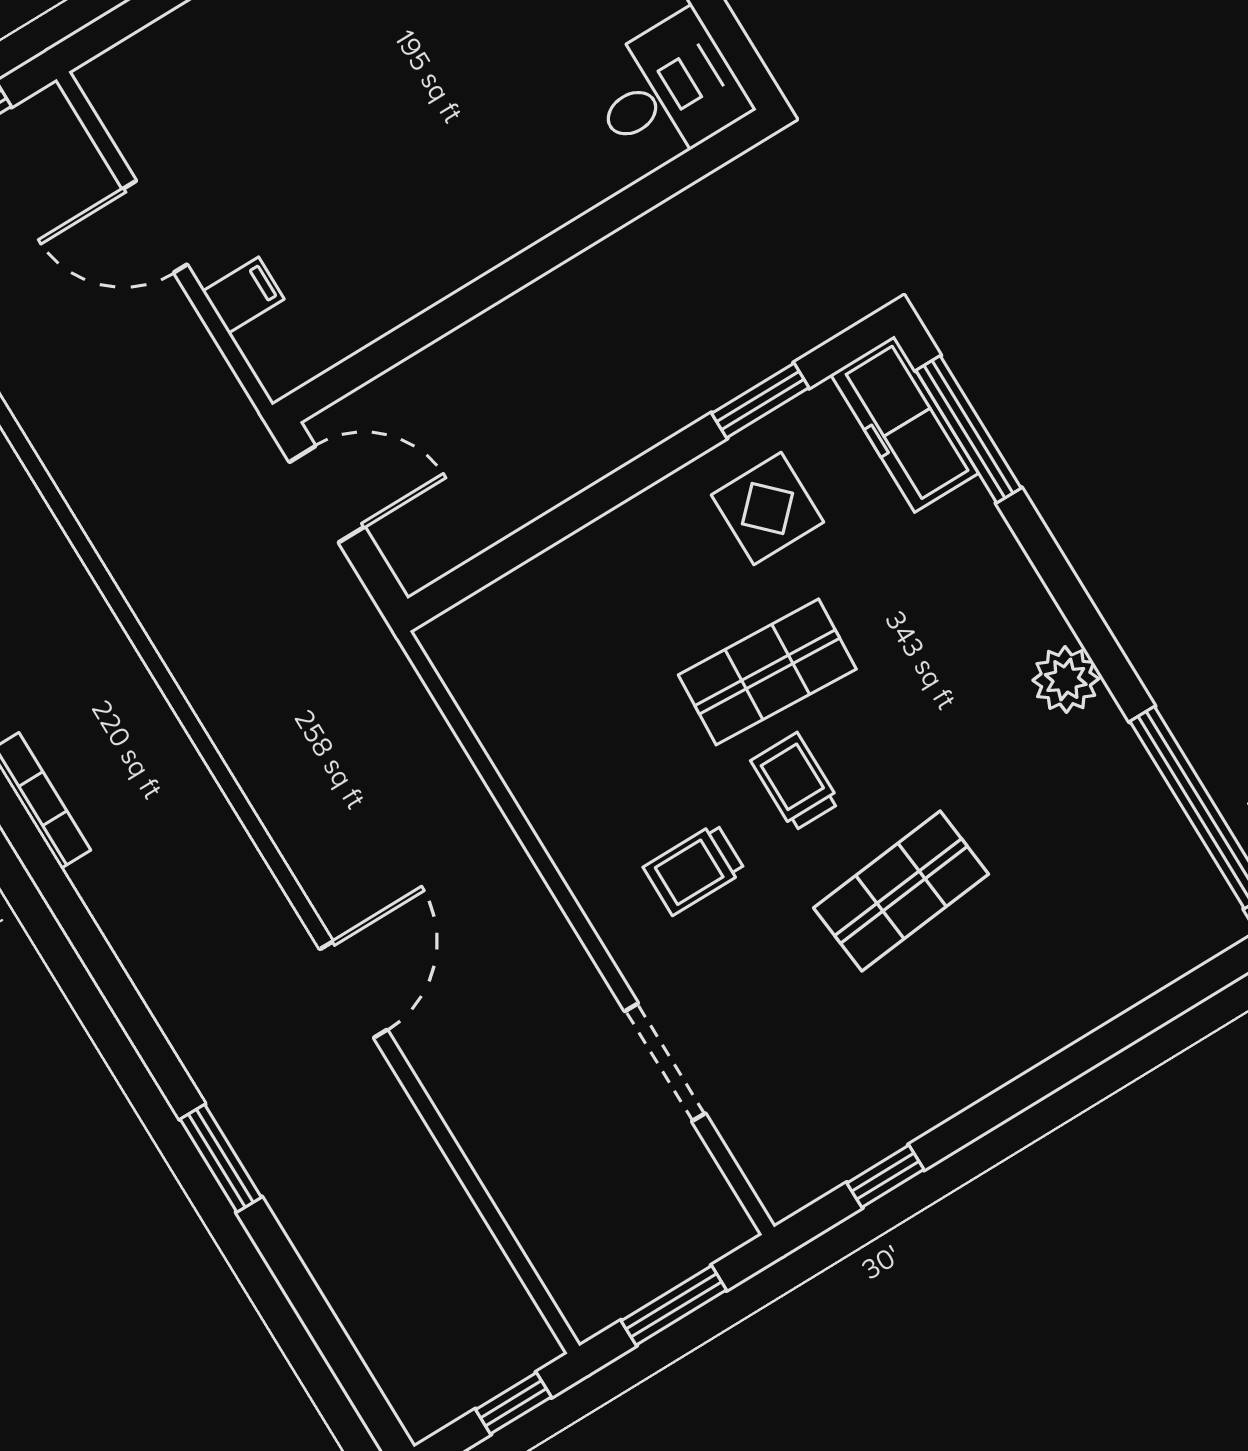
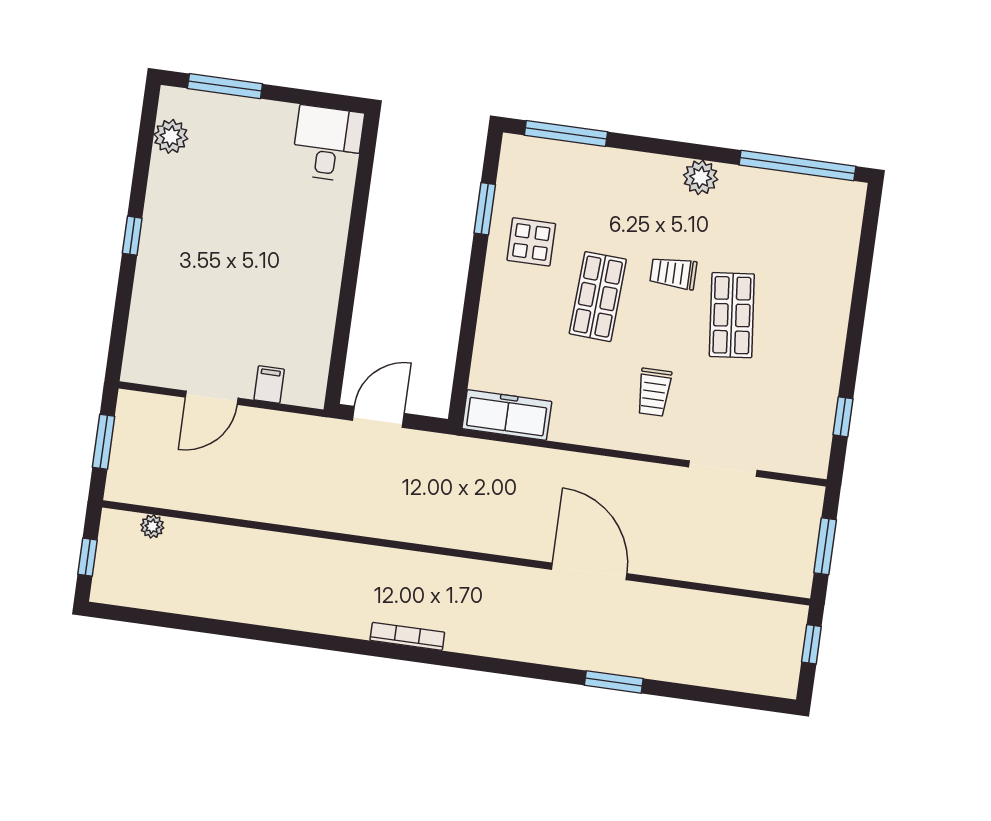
freezer: (904, 424) -> (507, 415), moved, turned 180
trolley: (795, 782) -> (673, 273), moved
door: (353, 989) -> (589, 571), width x1.36

